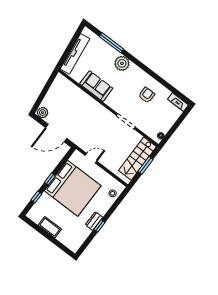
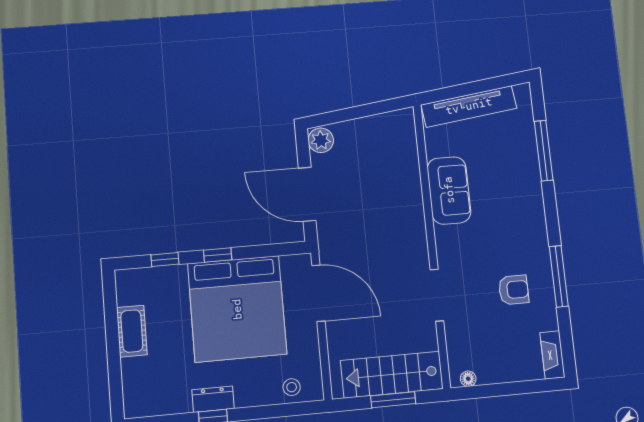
plant: (122, 63) -> (527, 199), removed
window: (156, 77) -> (559, 276), added
door: (91, 158) -> (318, 293), width x1.87

